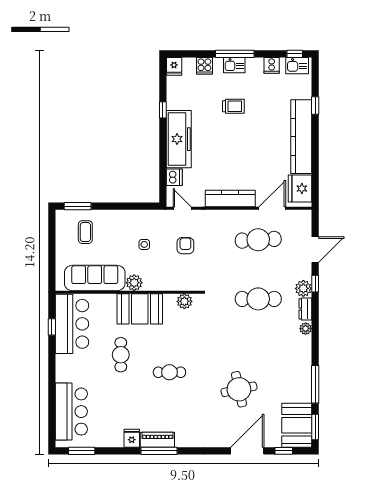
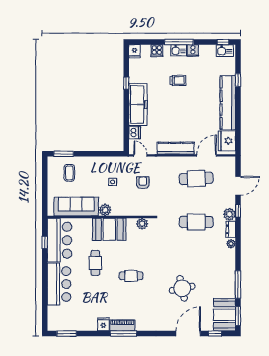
cooker: (272, 65) -> (193, 50), moved
bar counter: (71, 412) -> (59, 284), moved

